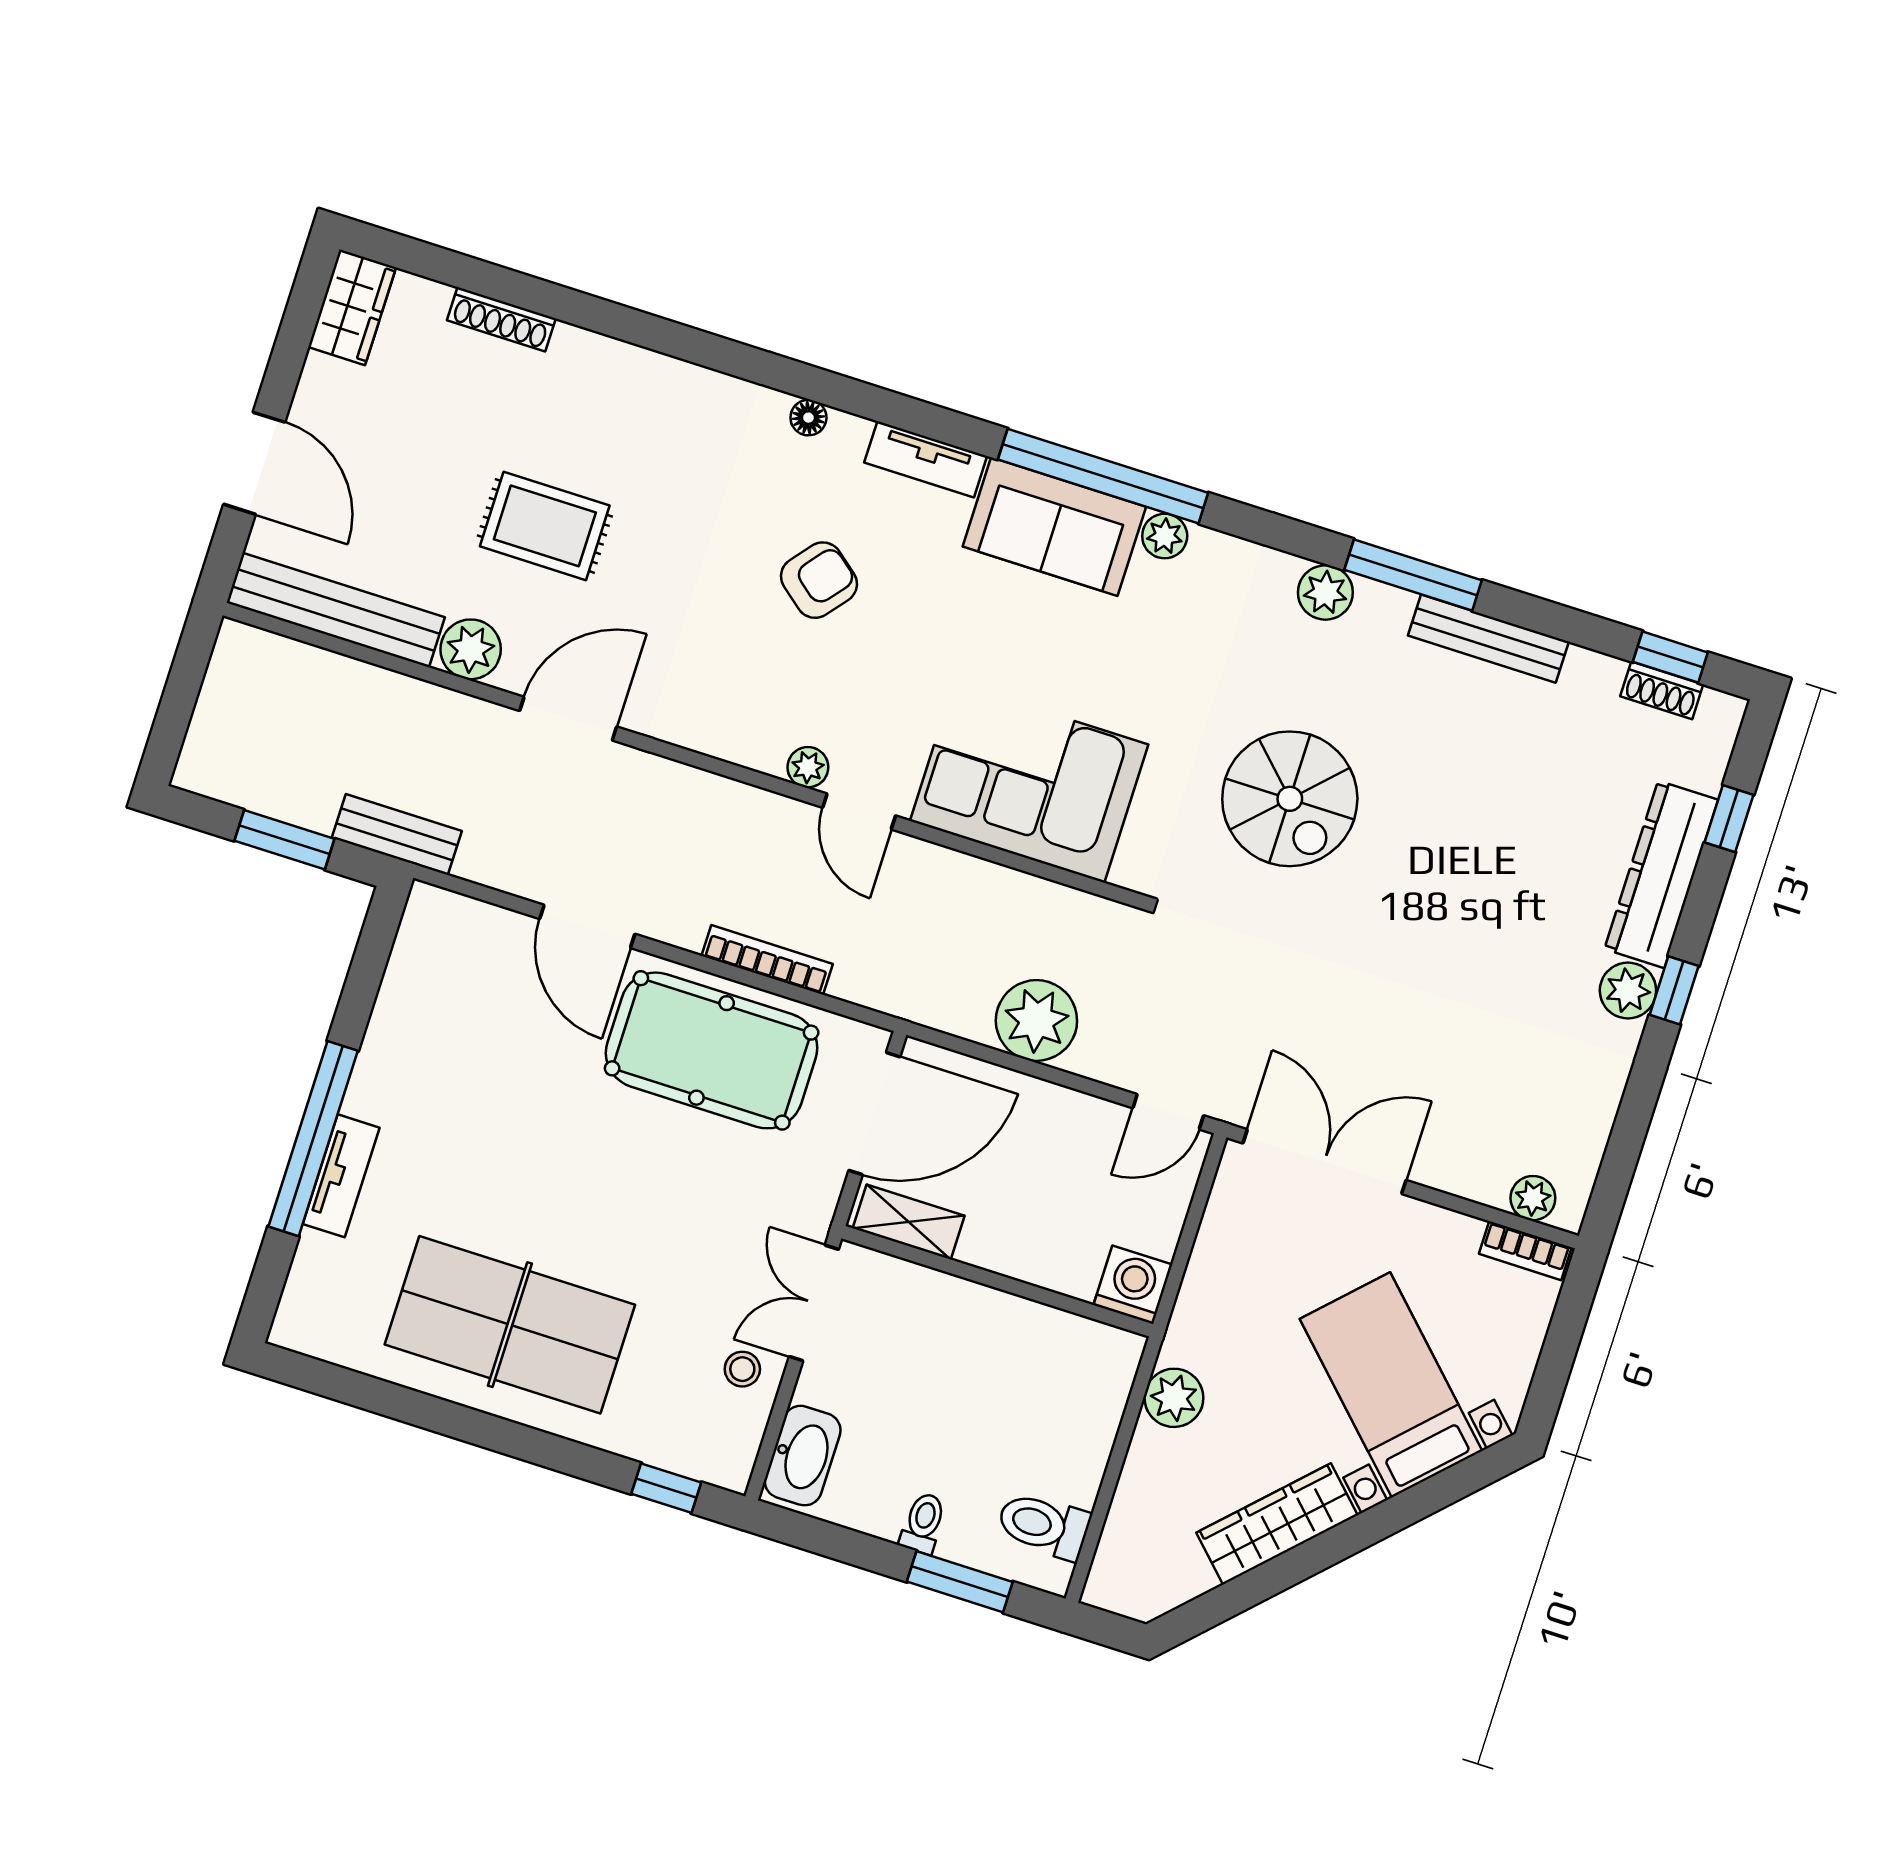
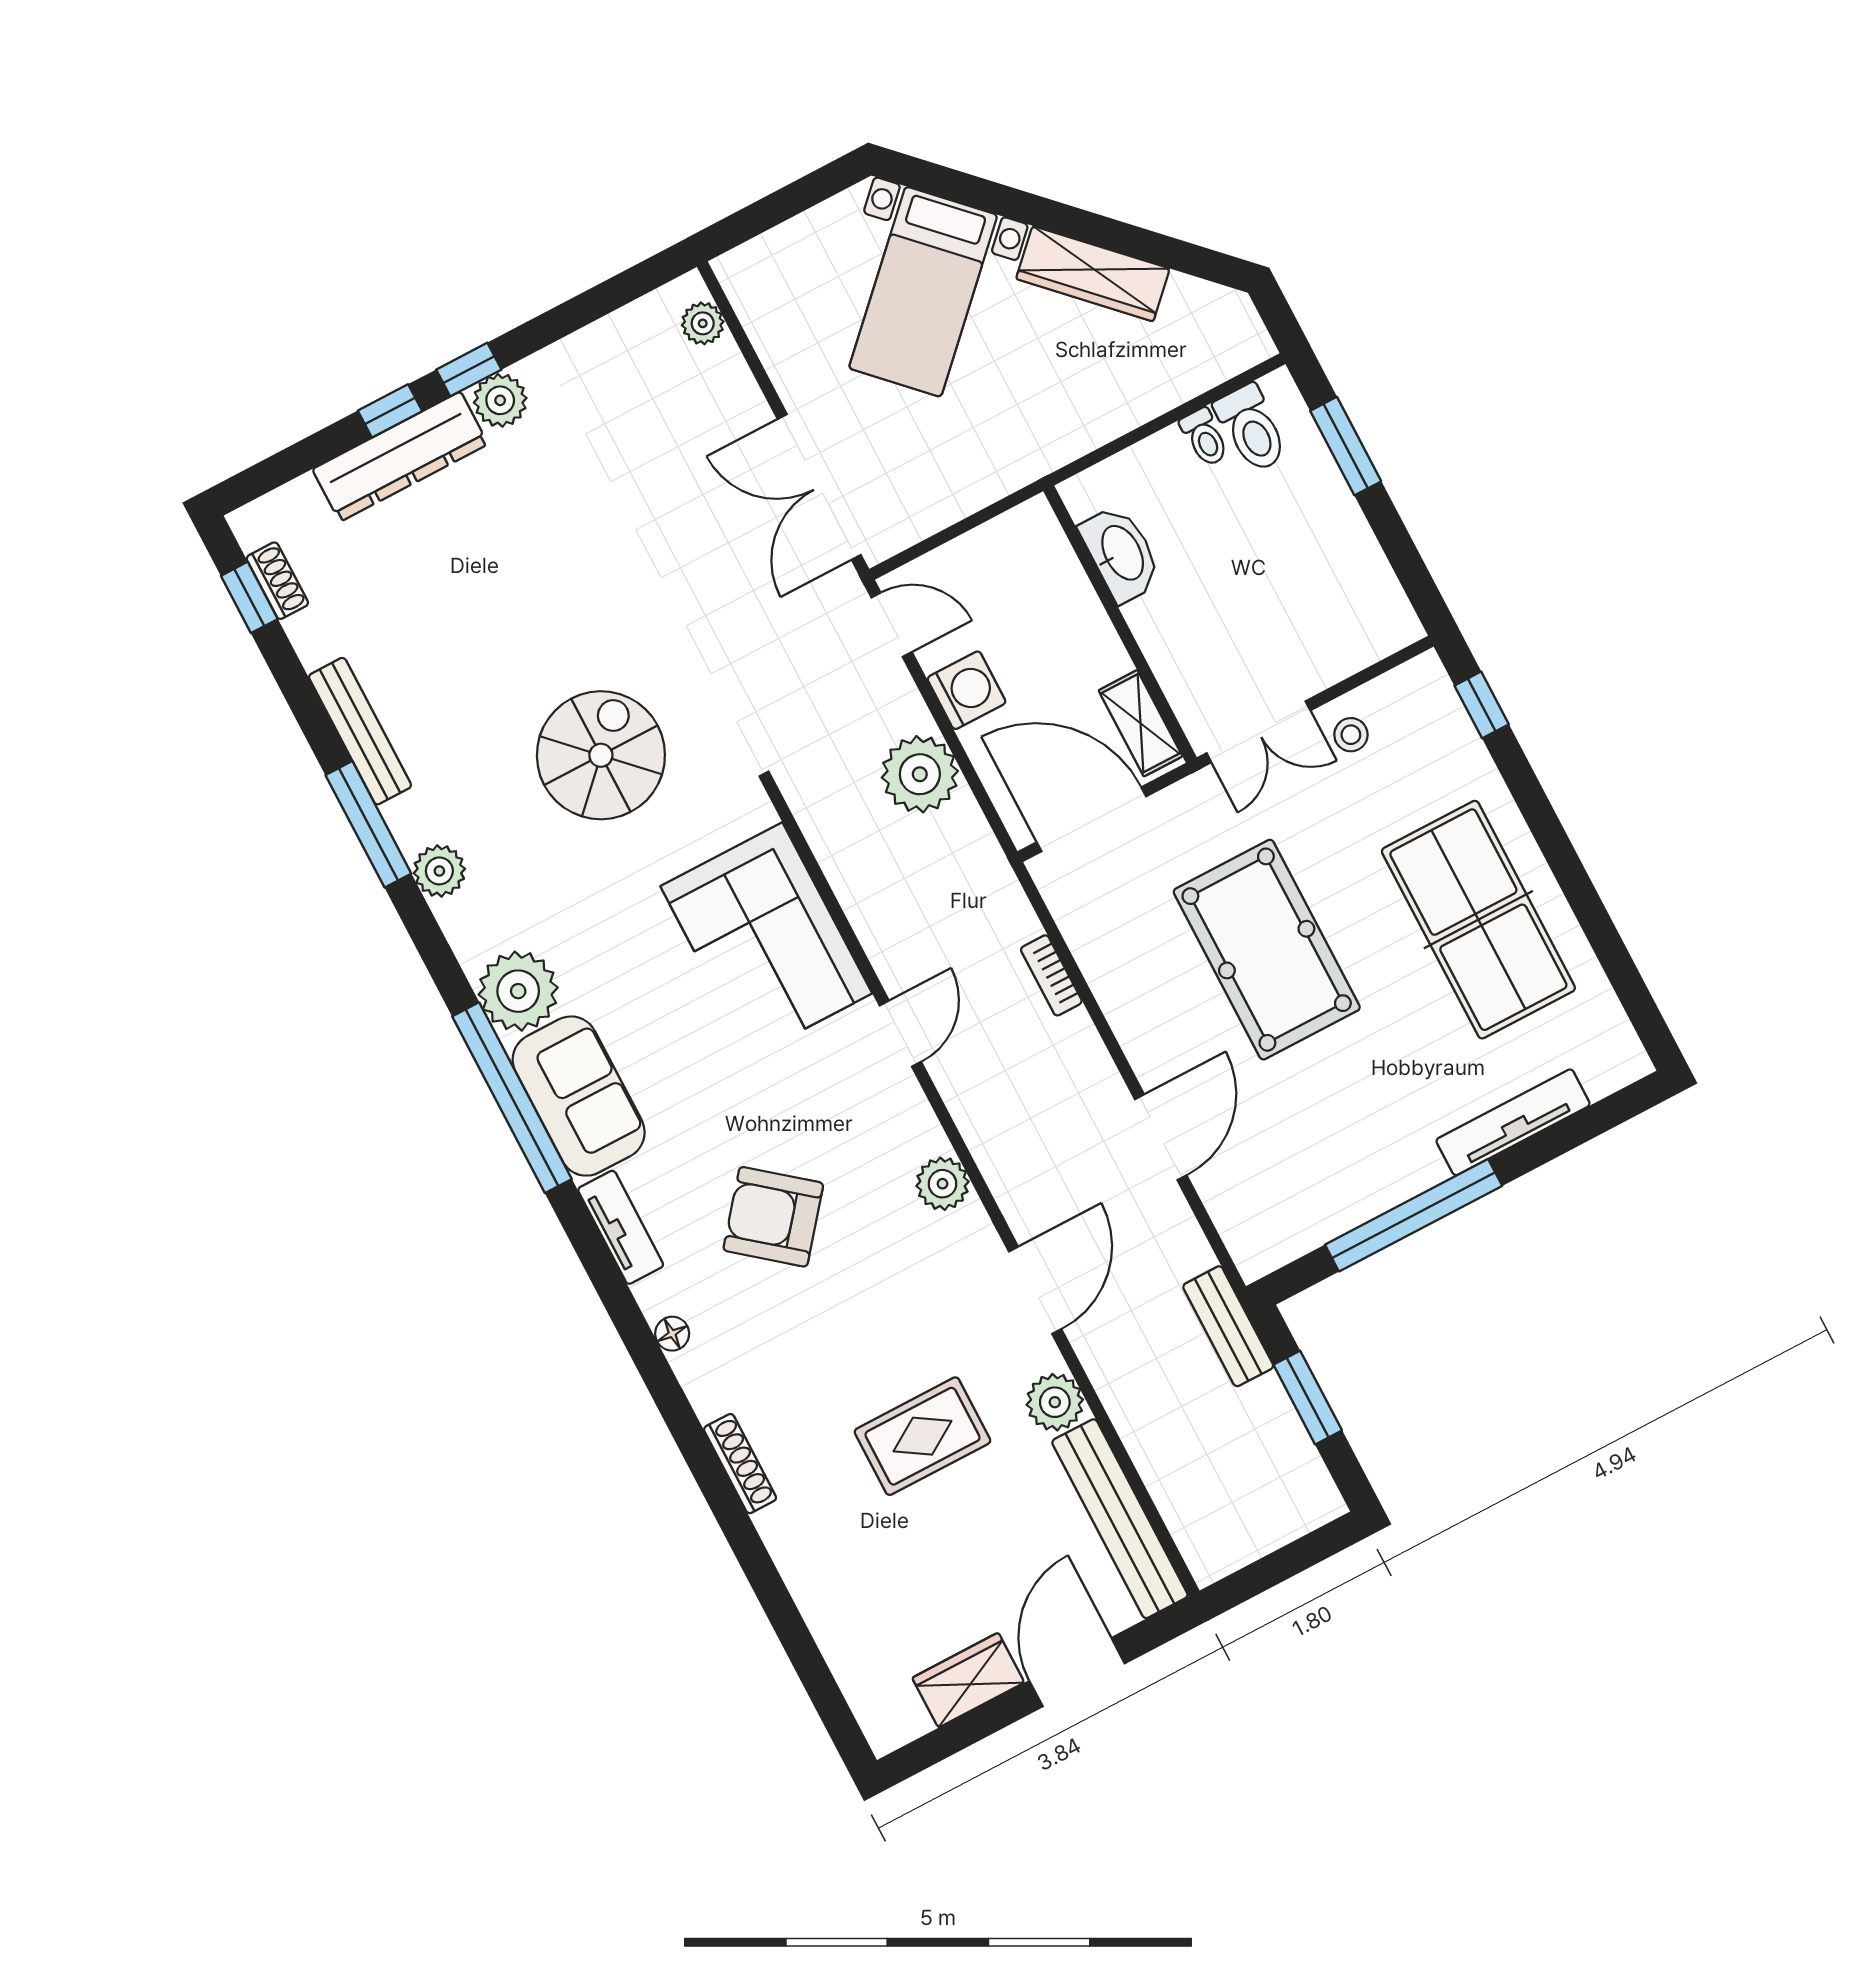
wardrobe: (352, 307) -> (968, 1680), moved
shoe rack: (501, 319) -> (740, 1464), moved
rug: (545, 526) -> (922, 1436), turned 90
plant: (1165, 536) -> (518, 991), width x1.88, depth x1.88
armchair: (819, 580) -> (773, 1217), width x1.38, depth x1.38
door: (568, 719) -> (1035, 1290), swing flipped
plant: (808, 767) -> (943, 1184), moved, width x1.38, depth x1.38
window: (1729, 819) -> (390, 411), moved
bookcase: (767, 960) -> (1051, 975), width x0.64
pool table: (712, 1050) -> (1267, 950), moved
window: (313, 1139) -> (1414, 1215), moved
tv unit: (341, 1176) -> (1513, 1122), width x1.41
bookcase: (1525, 1251) -> (743, 293), removed
washing machine: (1133, 1285) -> (967, 690), moved, turned 180
plant: (1174, 1398) -> (1078, 428), removed
washbasin: (803, 1456) -> (1121, 554), moved, turned 90
toilet: (923, 1523) -> (1204, 437), moved, turned -90

